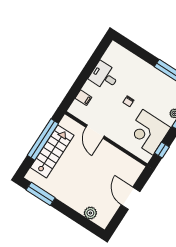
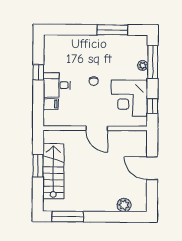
window: (90, 67) -> (38, 72), added
desk: (104, 76) -> (57, 85), moved
door: (95, 132) -> (97, 128), moved
window: (43, 139) -> (38, 166), width x0.47

